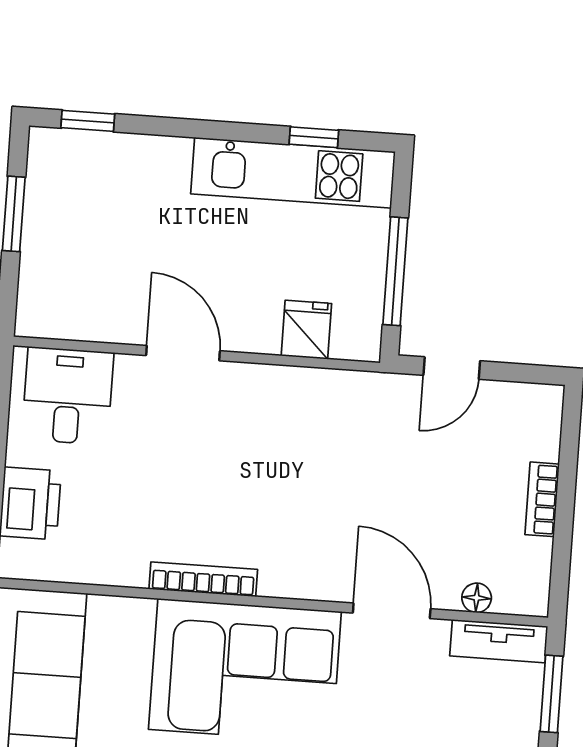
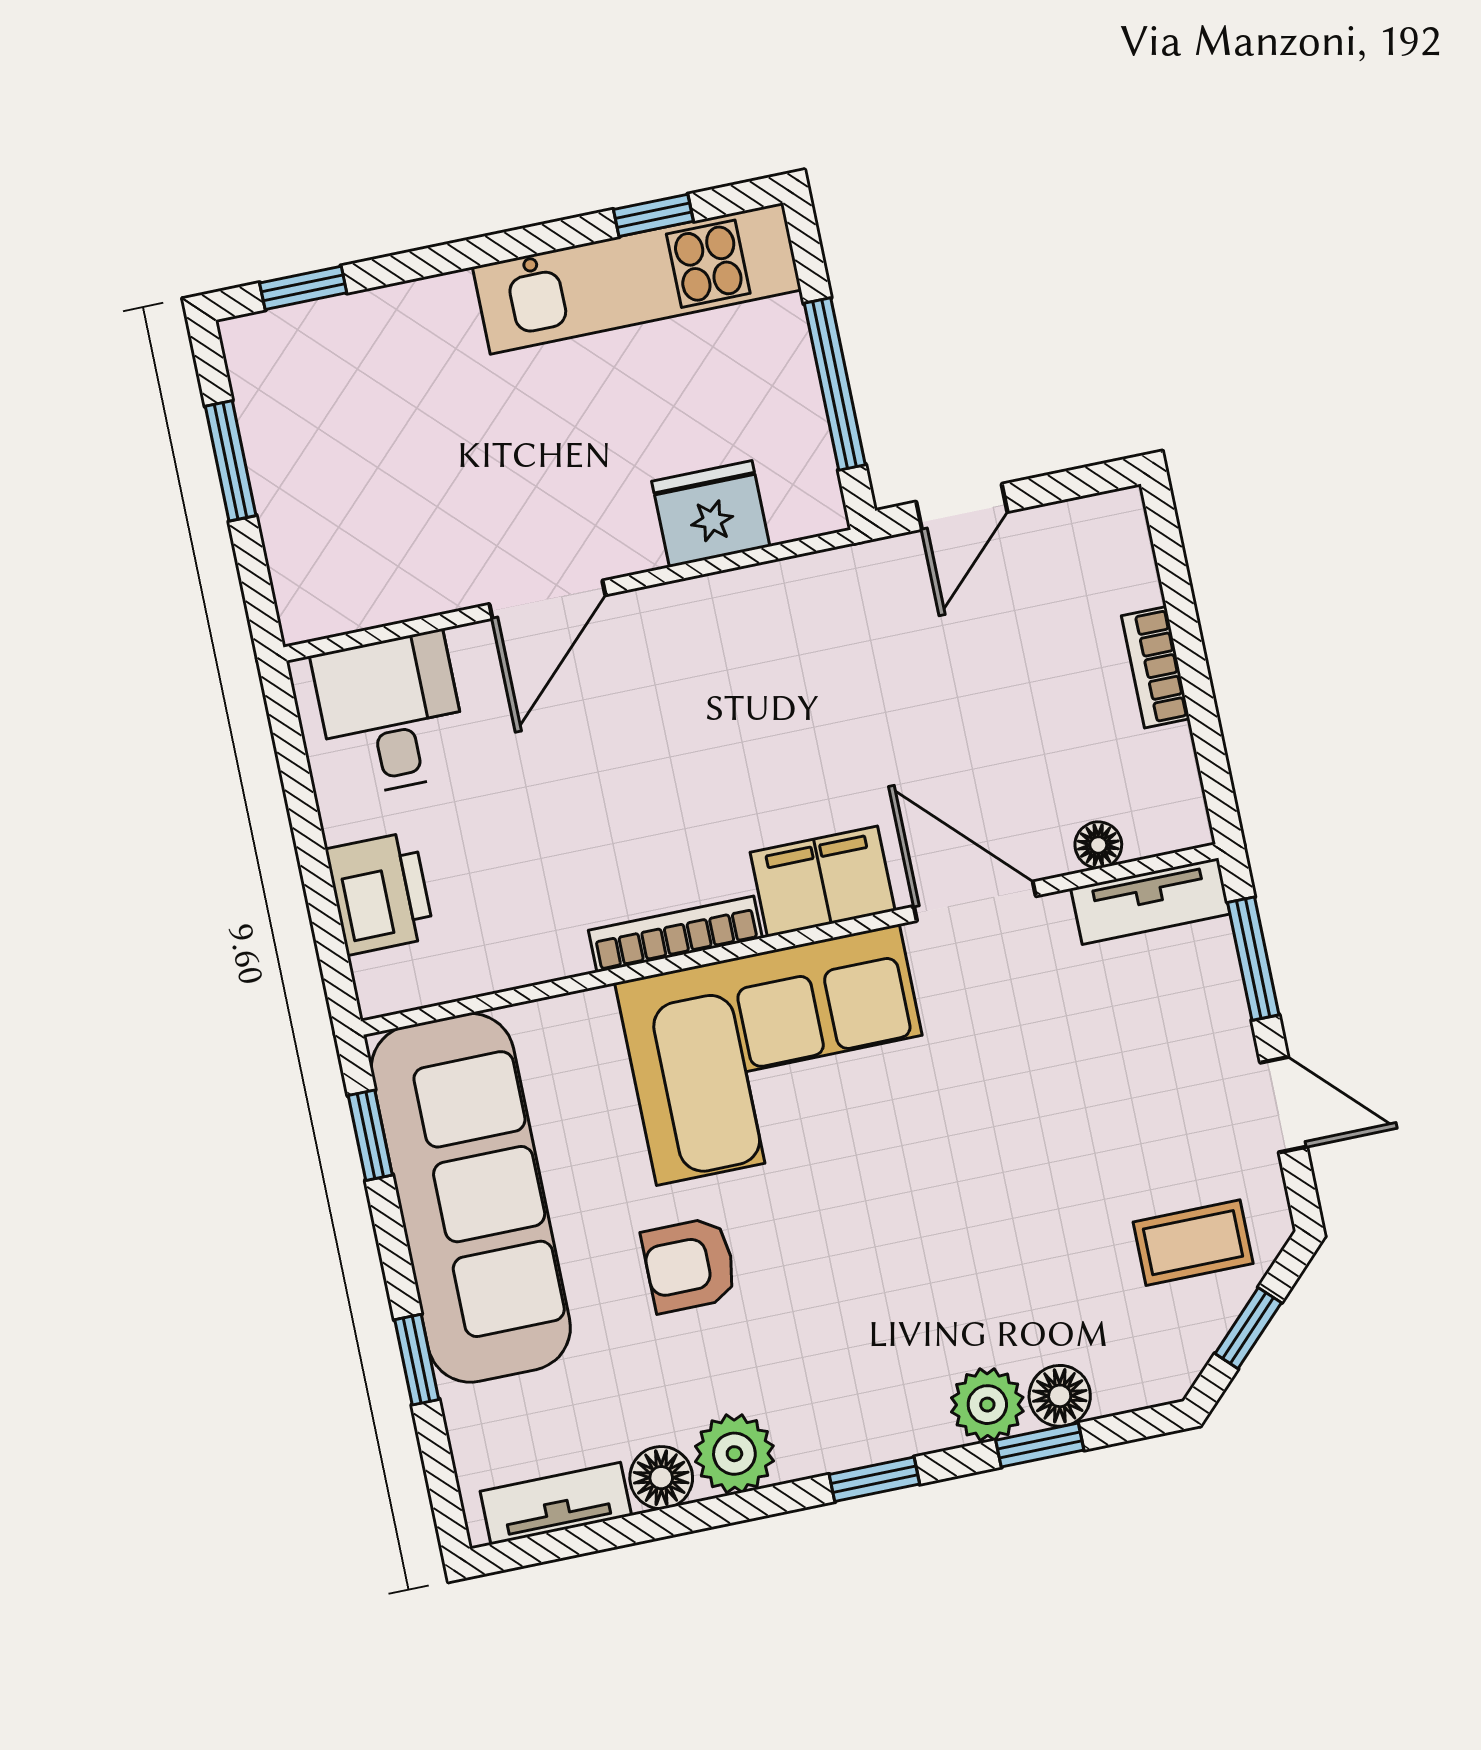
fridge: (306, 330) -> (711, 514), width x1.38
door: (183, 353) -> (547, 600), swing flipped
filing cabinet: (302, 573) -> (823, 881), added

